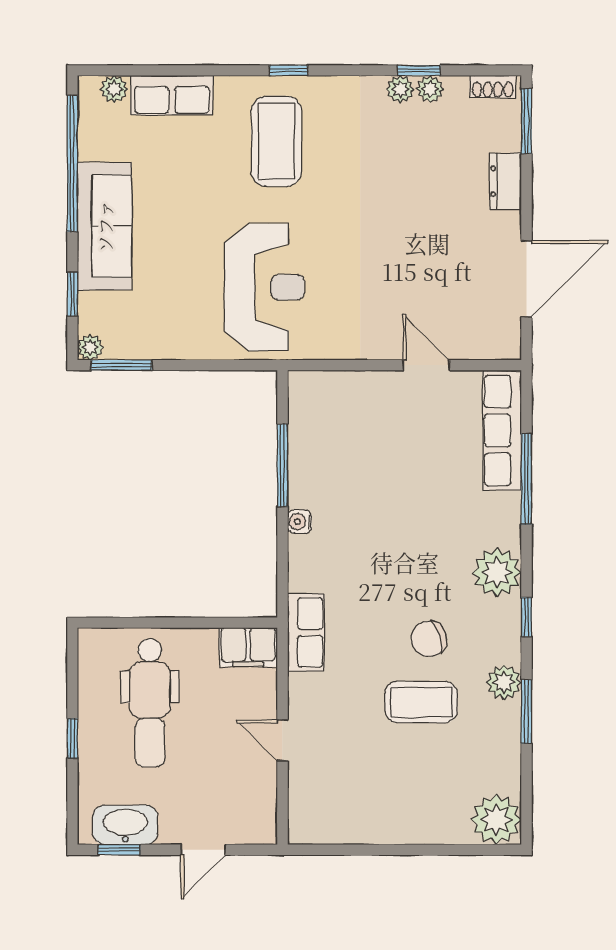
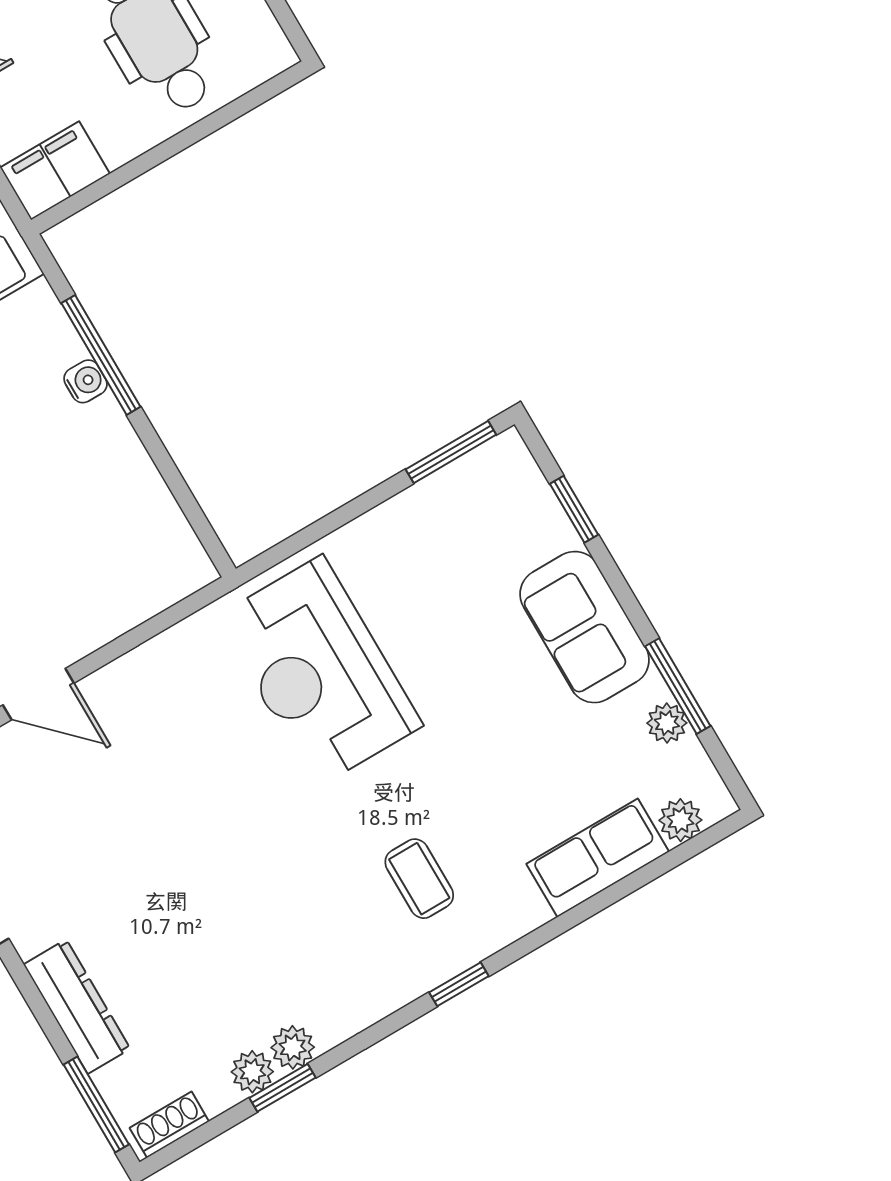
coffee table: (276, 141) -> (419, 879), width x0.54, depth x0.58
window: (72, 164) -> (678, 686), width x0.47
dresser: (505, 181) -> (77, 1007), width x1.44
sofa: (105, 226) -> (585, 627), width x0.73
plant: (90, 347) -> (667, 723), moved
window: (282, 465) -> (101, 355), moved

